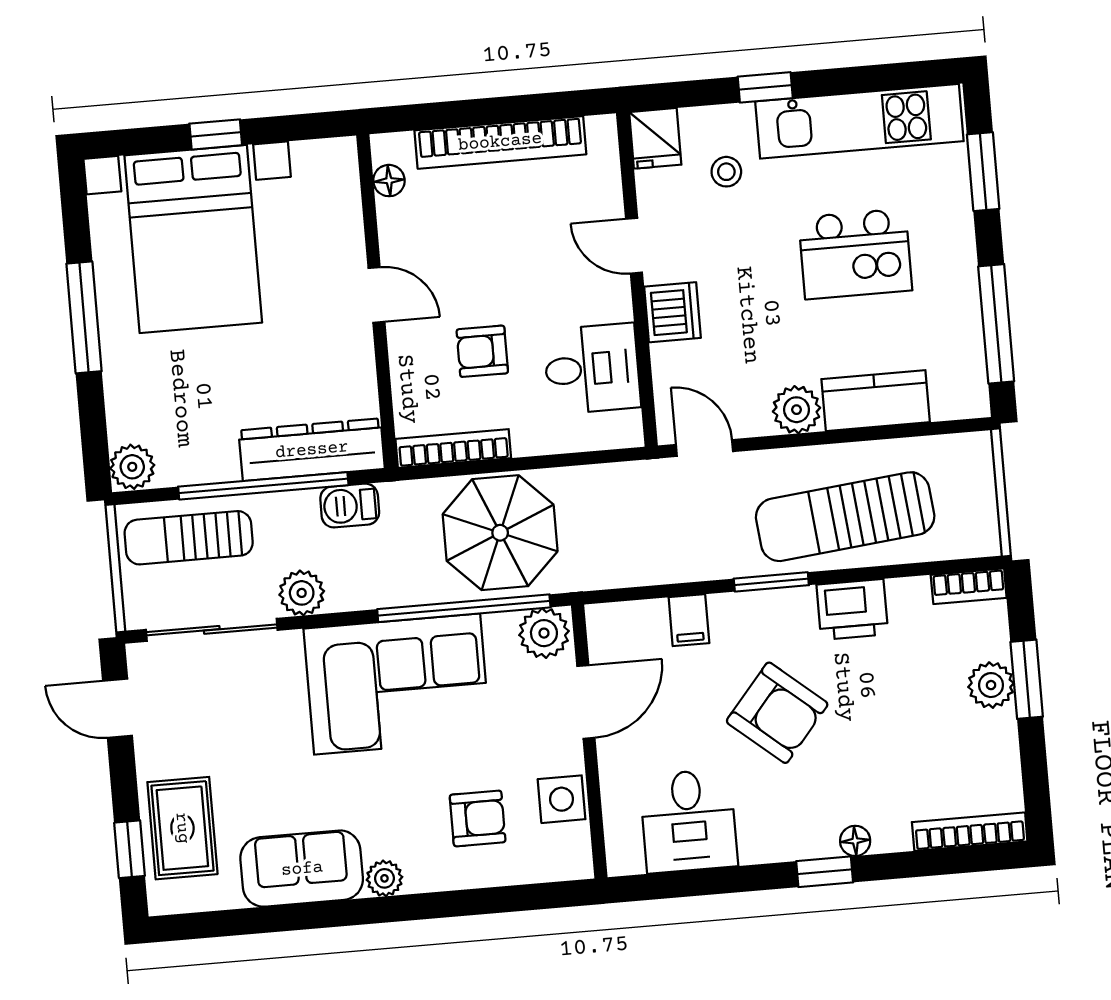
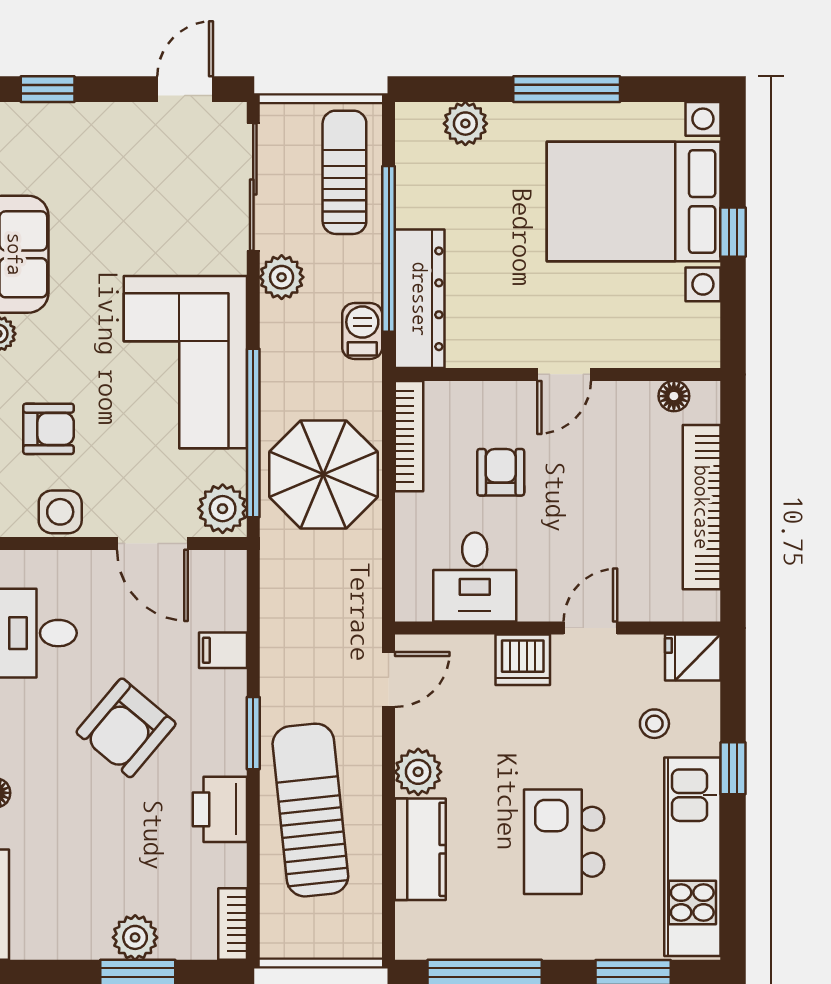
plant: (132, 467) -> (465, 124), moved
armchair: (478, 818) -> (48, 429), turned -90
rug: (182, 828) -> (64, 142), removed

